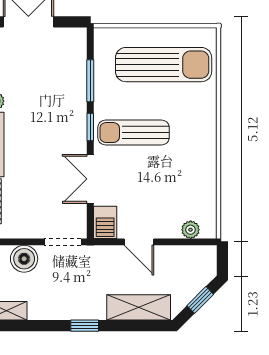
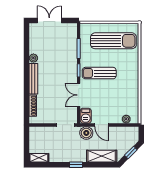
boiler: (24, 259) -> (86, 133), moved

